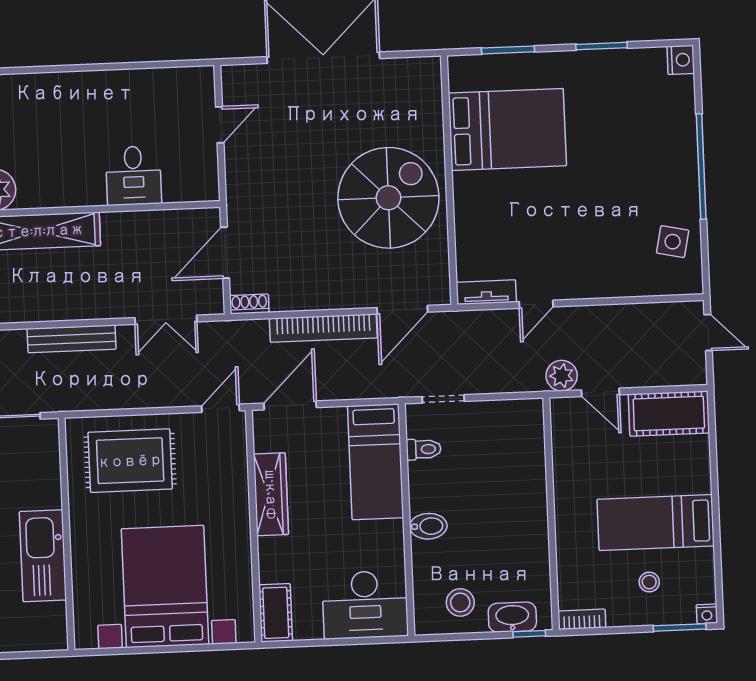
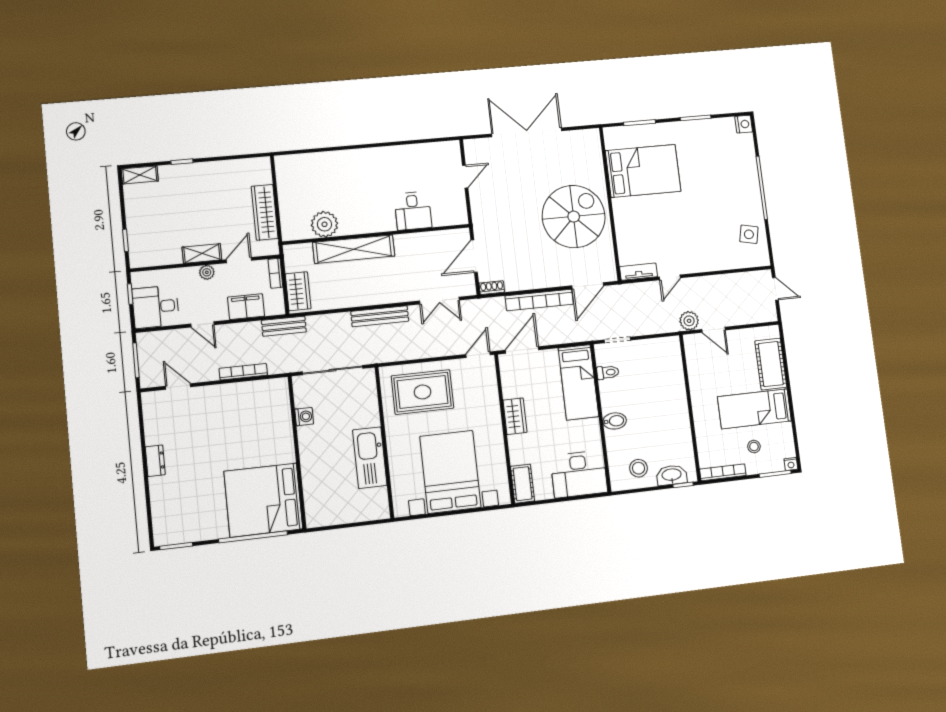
cot: (669, 414) -> (771, 364), moved, turned 90
wardrobe: (271, 494) -> (515, 416), width x0.67
bookcase: (582, 619) -> (723, 472), width x1.56

